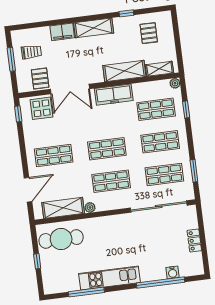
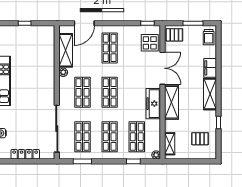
trolley: (31, 52) -> (209, 37), moved
shelving: (124, 71) -> (171, 102), moved
pallet: (40, 79) -> (174, 35), moved
double door: (70, 89) -> (162, 68), swing flipped
door: (28, 190) -> (84, 23), hinge flipped
cafe table: (61, 239) -> (40, 45), removed
locker: (194, 240) -> (25, 154), width x1.53

